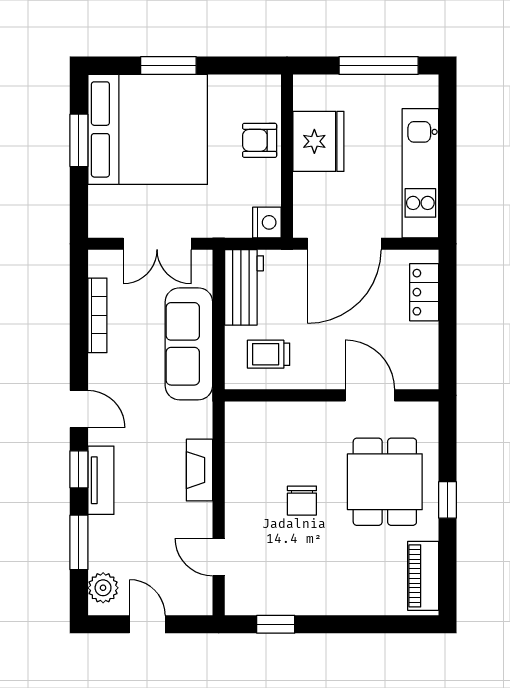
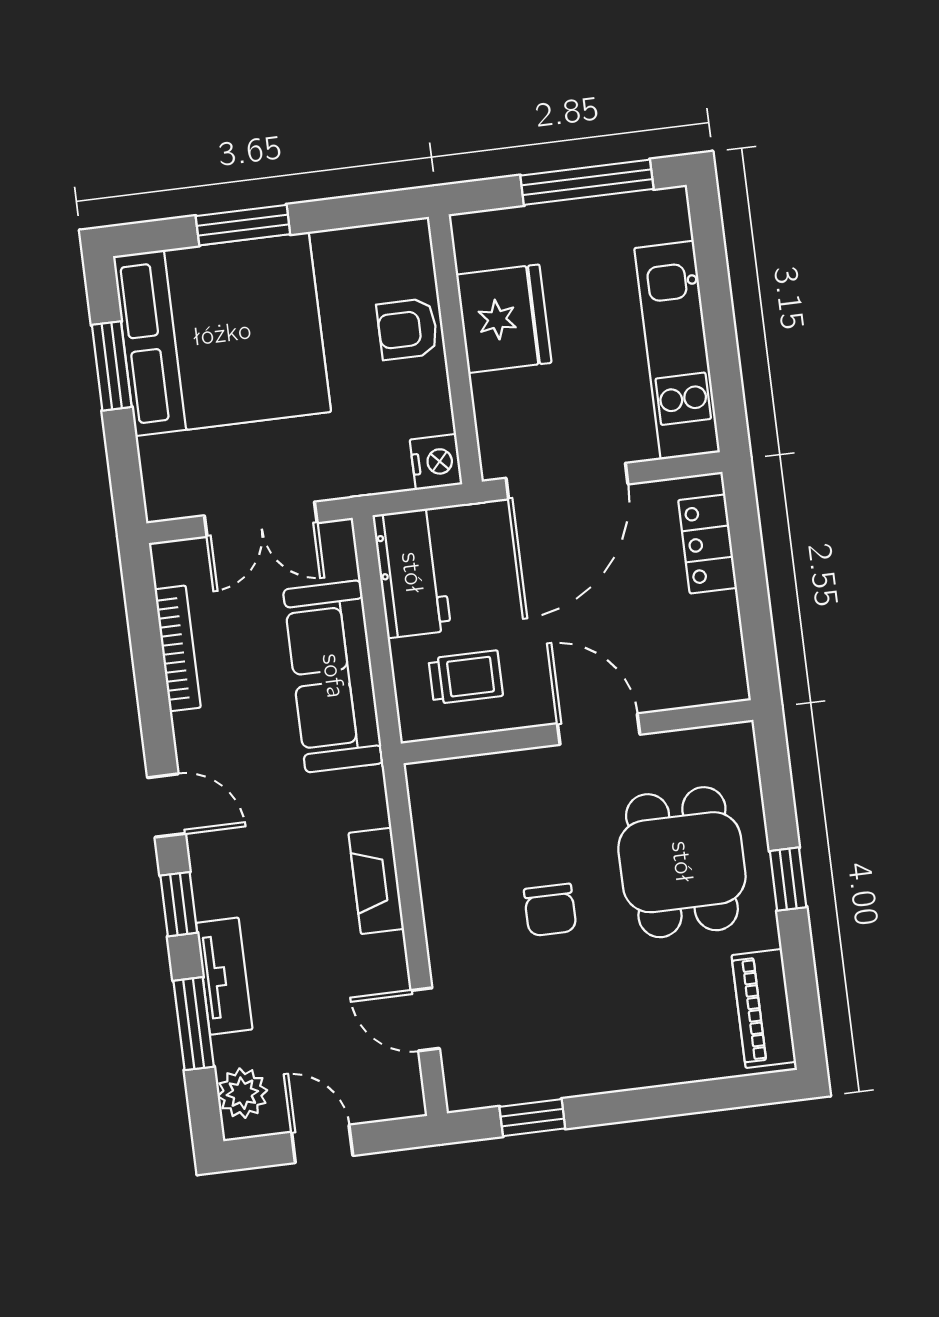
trolley: (269, 354) -> (466, 677), turned 180
door: (370, 395) -> (599, 729), moved
tv unit: (101, 480) -> (224, 976), moved

